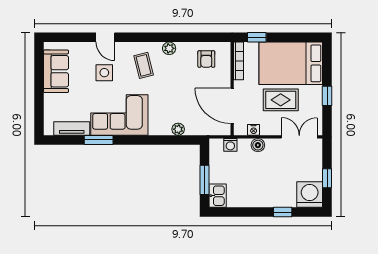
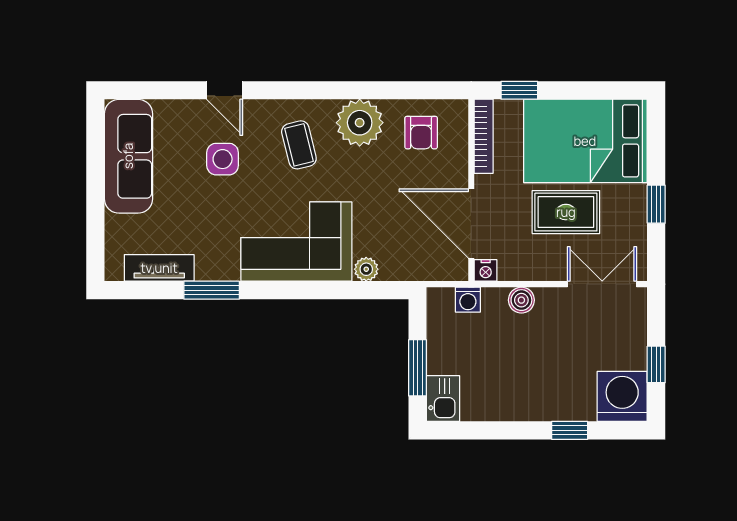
plant: (169, 48) -> (360, 123), width x1.88, depth x1.88
sofa: (56, 71) -> (128, 156), width x1.36
corner sofa: (119, 115) -> (296, 242), moved
nightstand: (254, 130) -> (486, 270), moved

